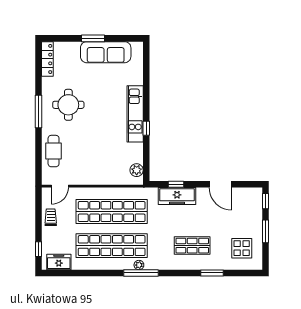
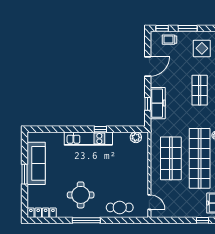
shop shelf: (112, 212) -> (171, 158), width x0.71
trolley: (51, 217) -> (169, 40), moved

